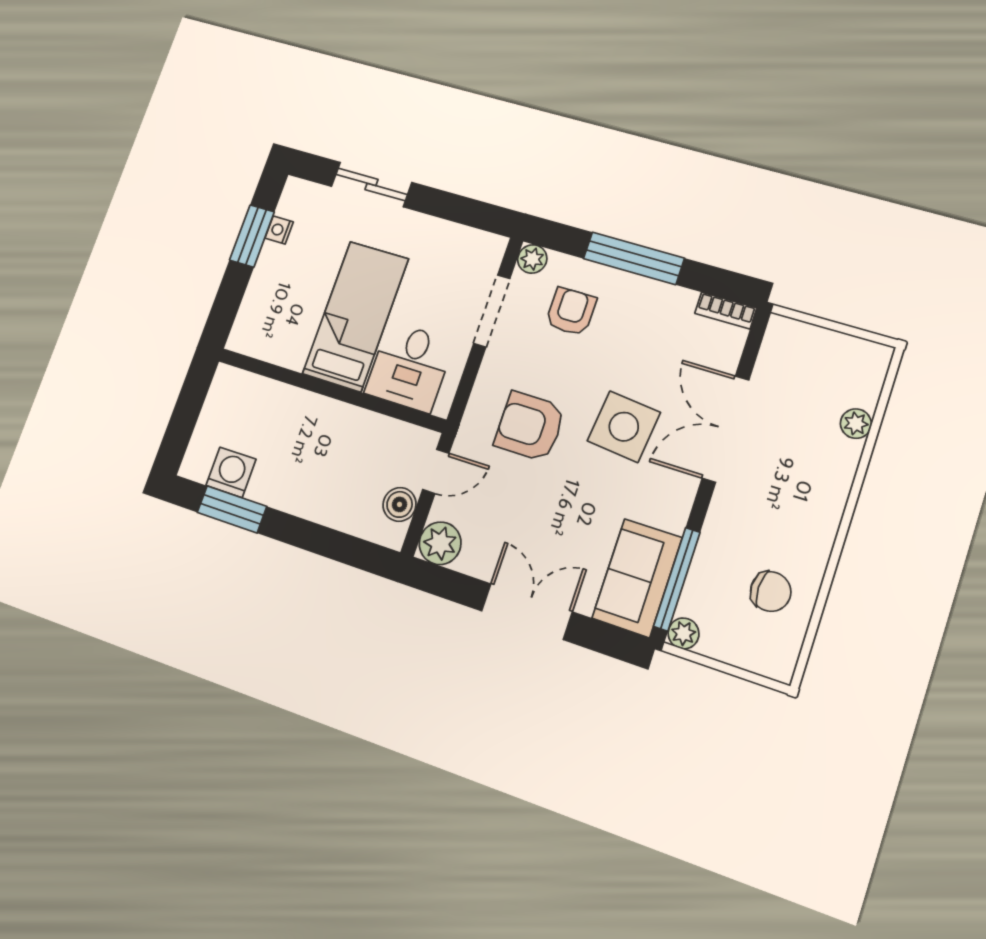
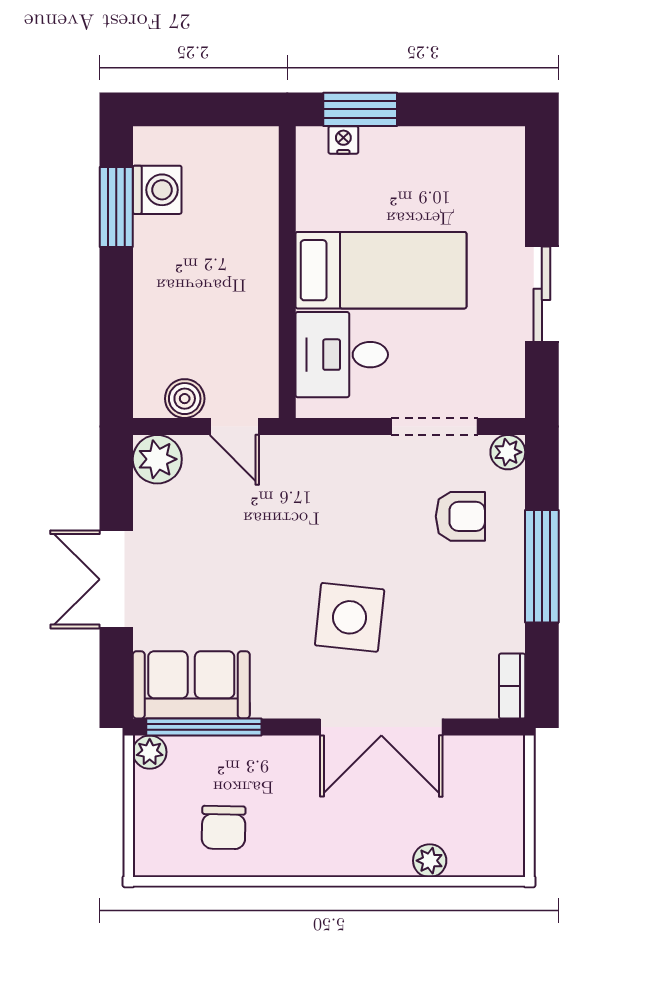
sliding door: (372, 184) -> (542, 294), moved
nightstand: (279, 230) -> (343, 140), moved
window: (252, 236) -> (360, 109), moved
armchair: (530, 426) -> (317, 514), removed
double door: (726, 429) -> (381, 727), swing flipped
double door: (527, 611) -> (116, 579), swing flipped

